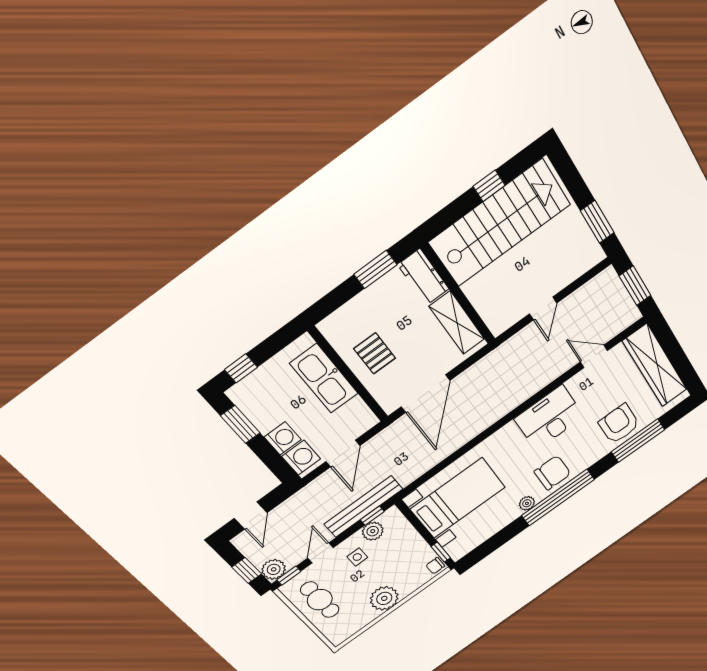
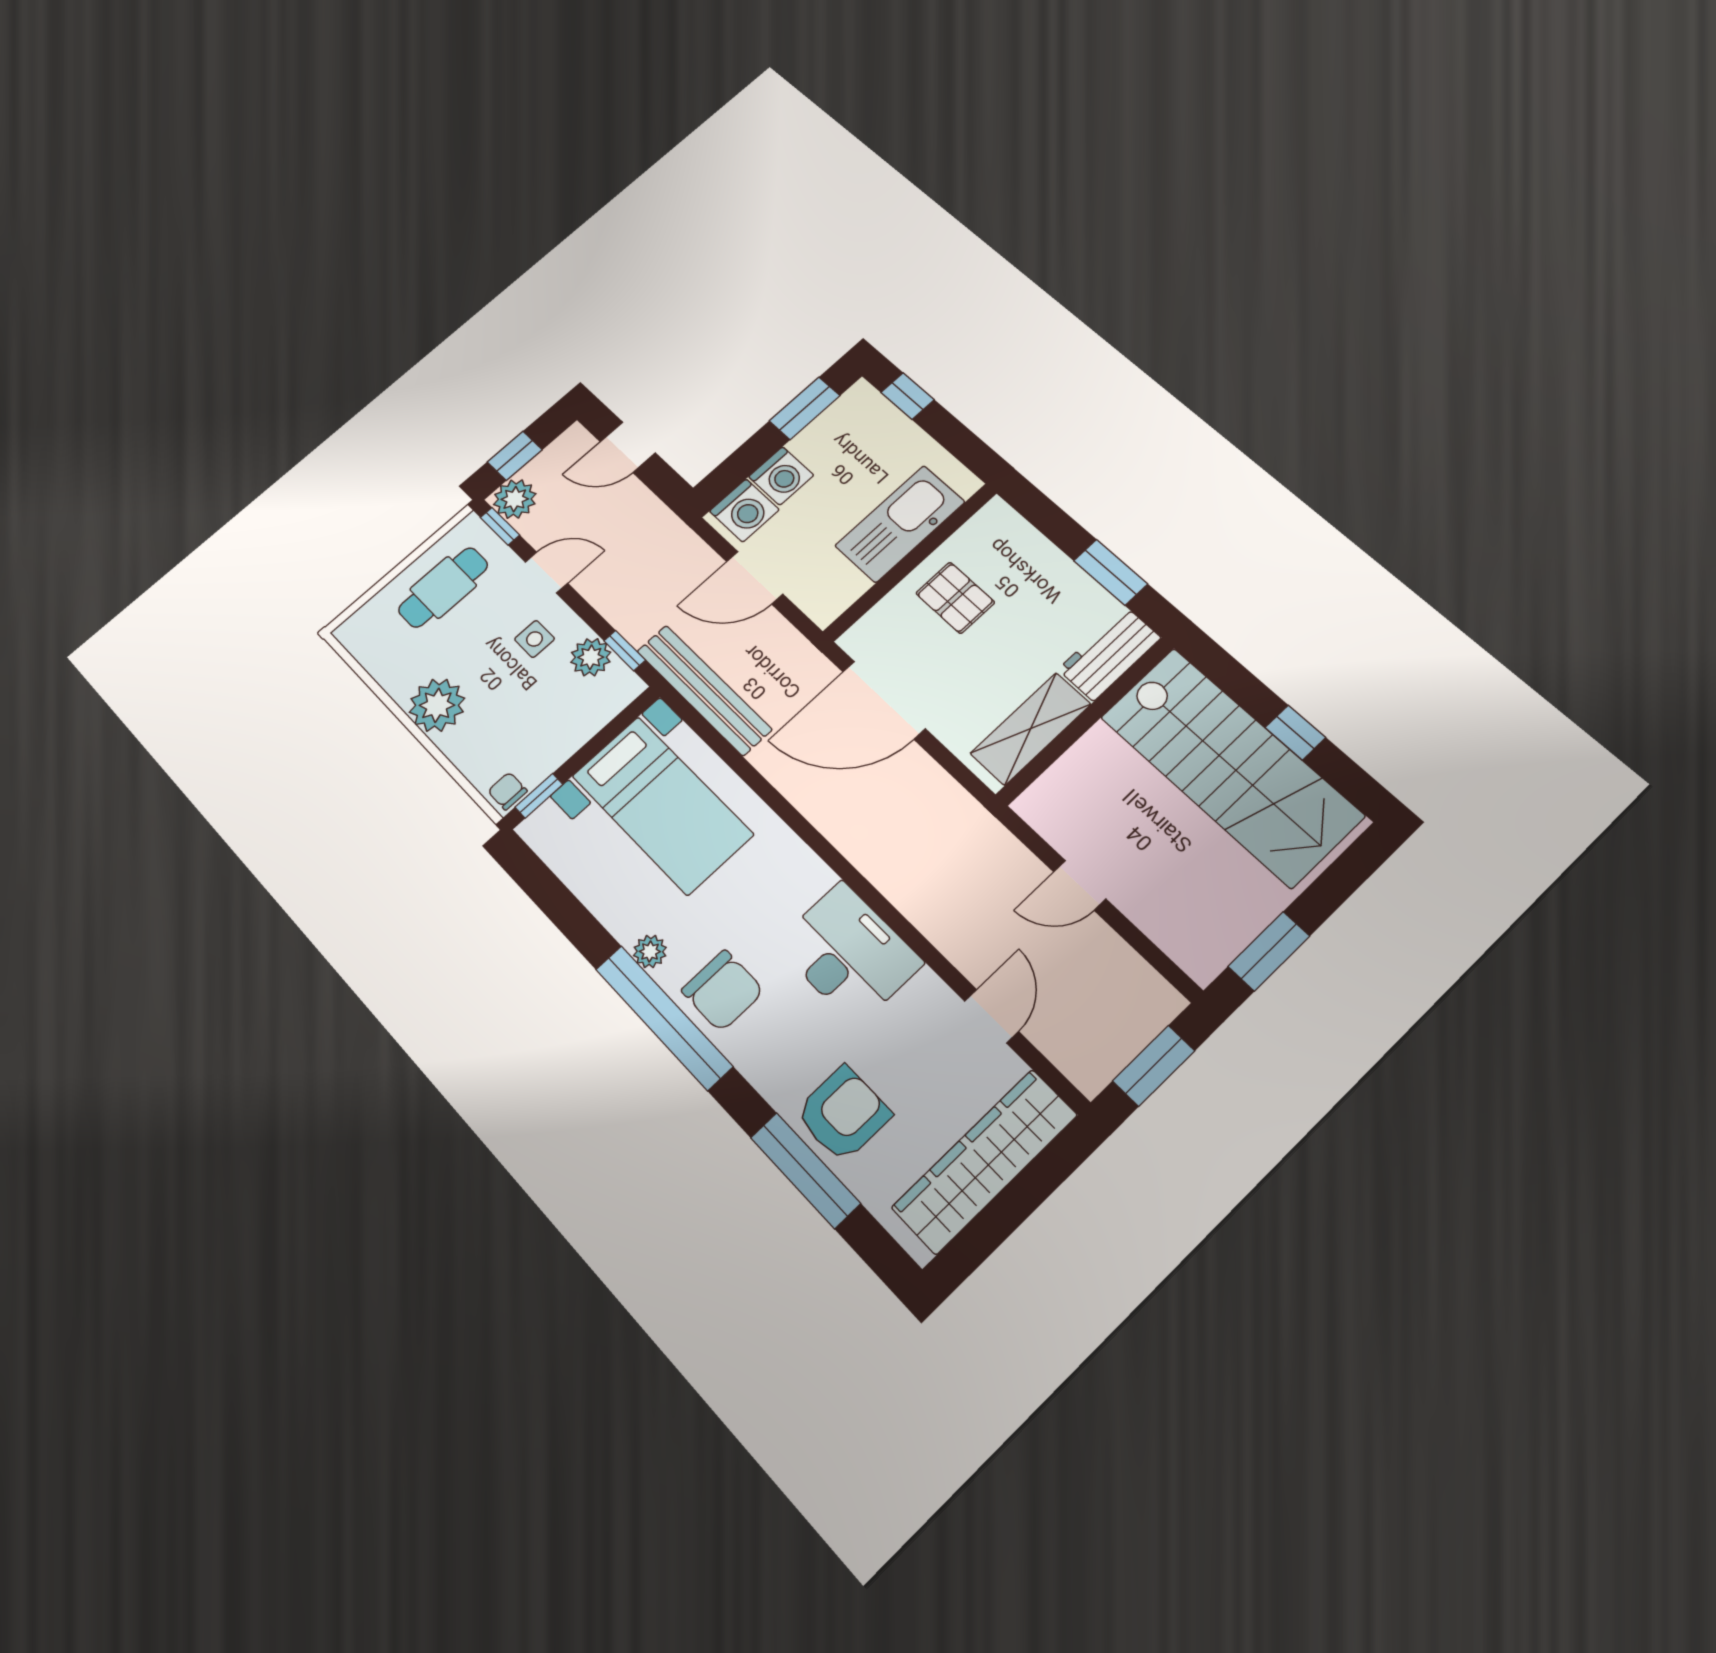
pallet: (375, 353) -> (955, 598), turned 90
bench: (363, 507) -> (704, 690), moved

